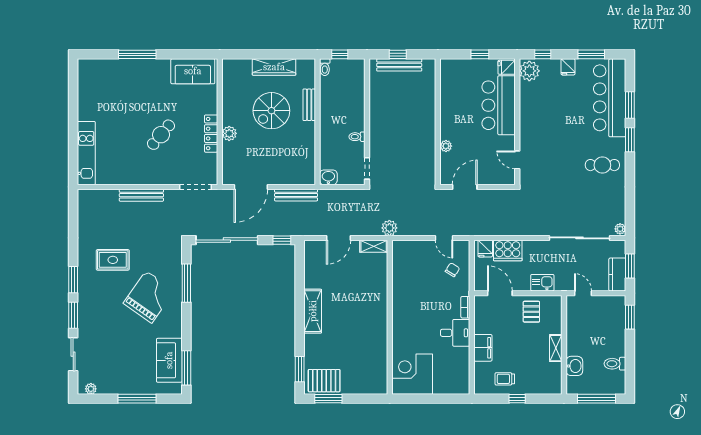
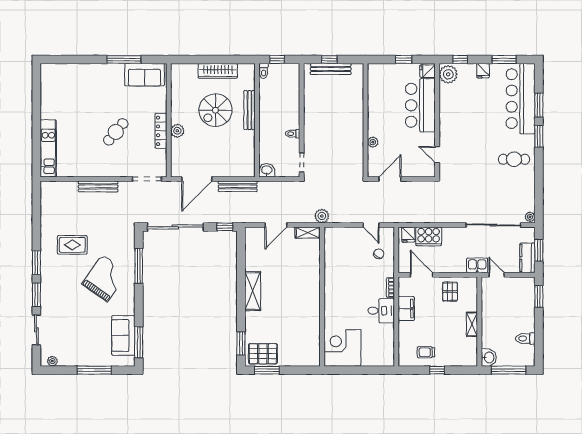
window: (137, 54) -> (124, 59), moved
bench: (309, 105) -> (249, 110), width x1.36
kitchen sink: (542, 283) -> (477, 265), moved
filing cabinet: (483, 348) -> (406, 308), moved
washbasin: (574, 366) -> (489, 357), moved

